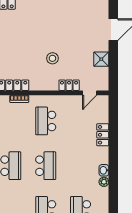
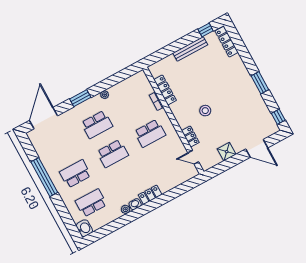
school desk: (46, 121) -> (150, 133), turned 180
locker: (103, 135) -> (150, 195), moved

